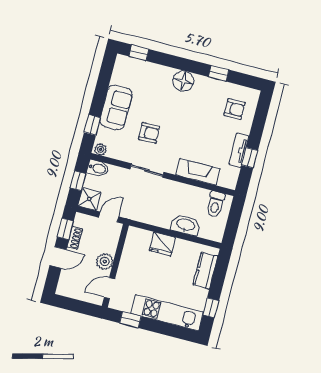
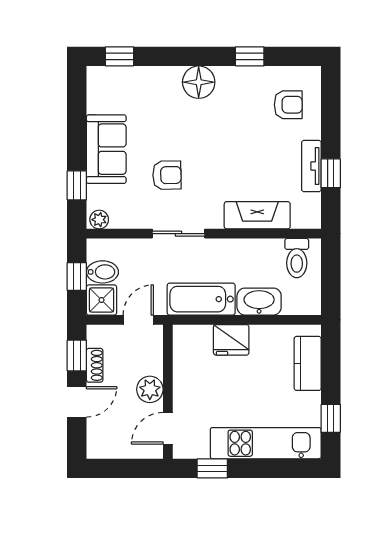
bidet: (98, 168) -> (102, 272), moved
bathtub: (150, 214) -> (201, 299), added

